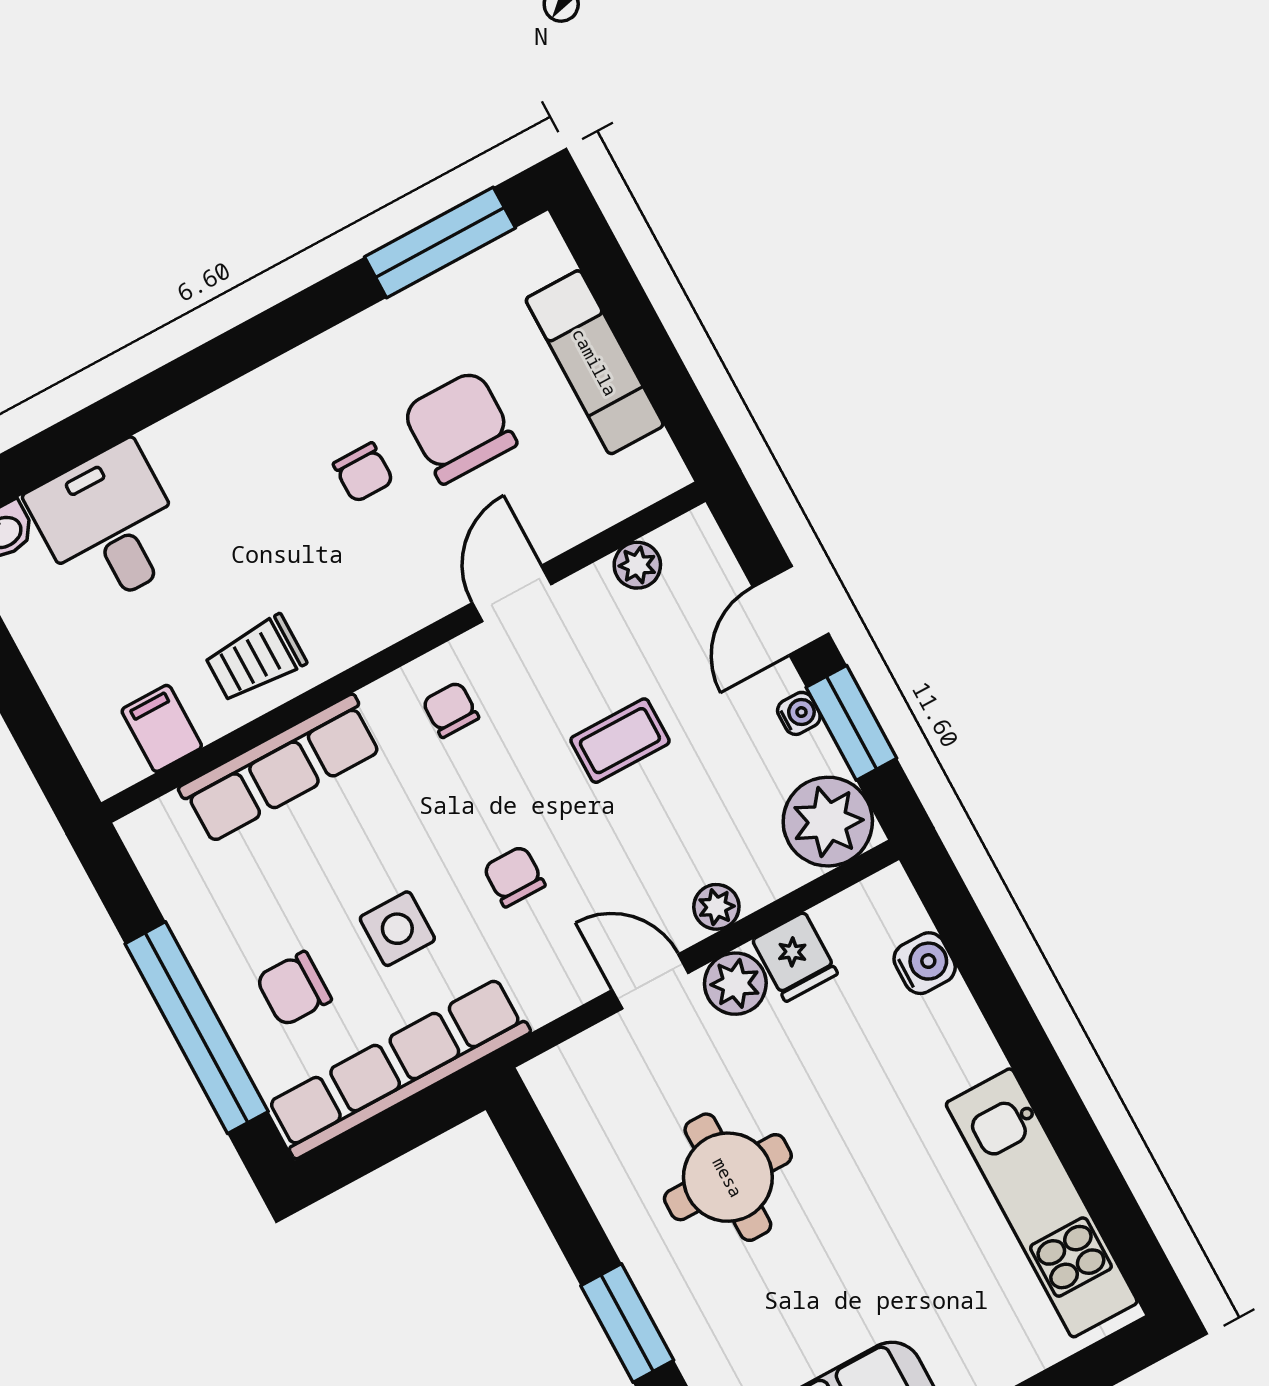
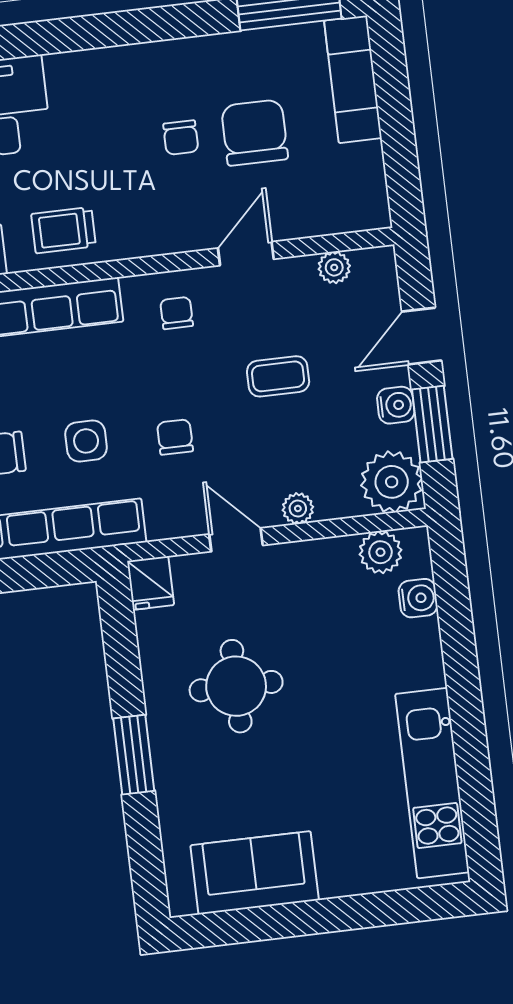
exam couch: (595, 362) -> (353, 79), moved
water cooler: (799, 713) -> (396, 405), width x1.38, depth x1.38
fridge: (795, 957) -> (150, 583), moved
plant: (735, 984) -> (380, 552), moved

